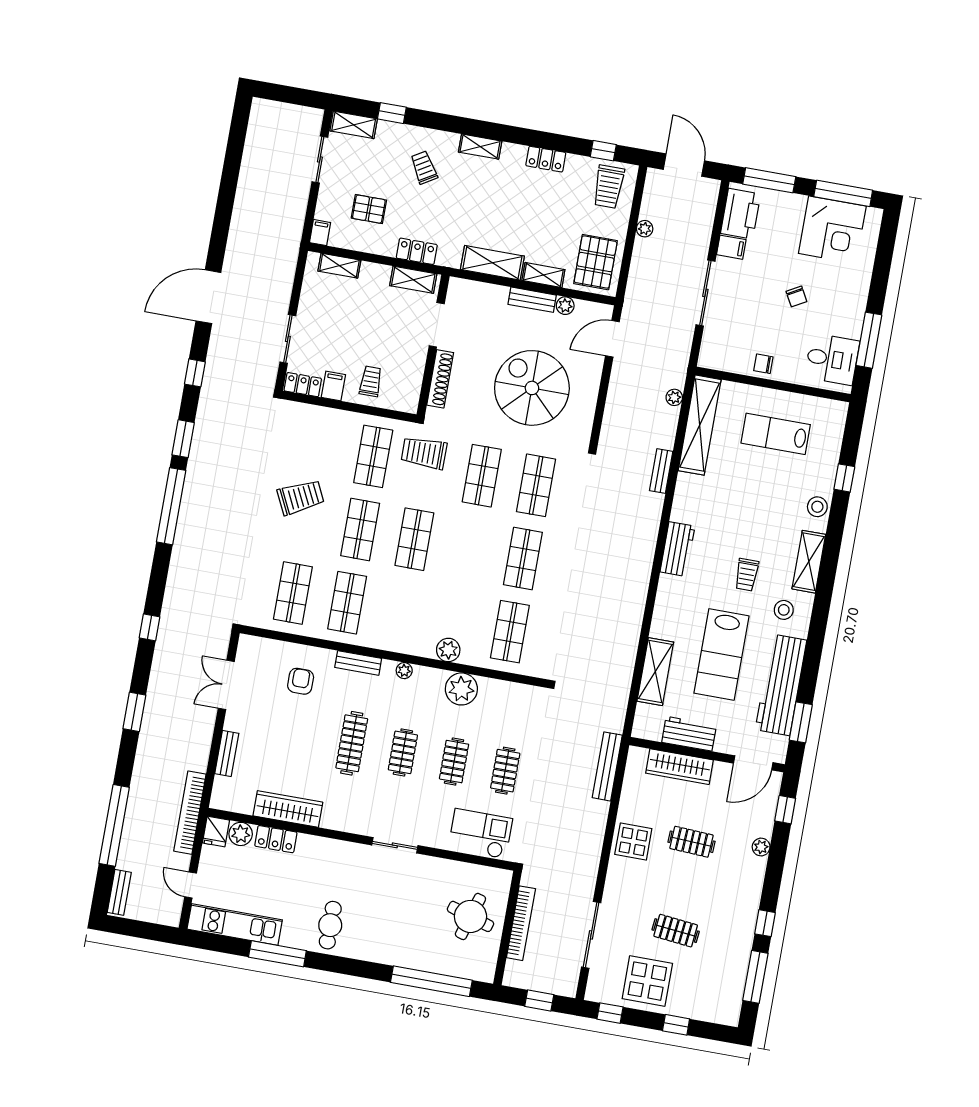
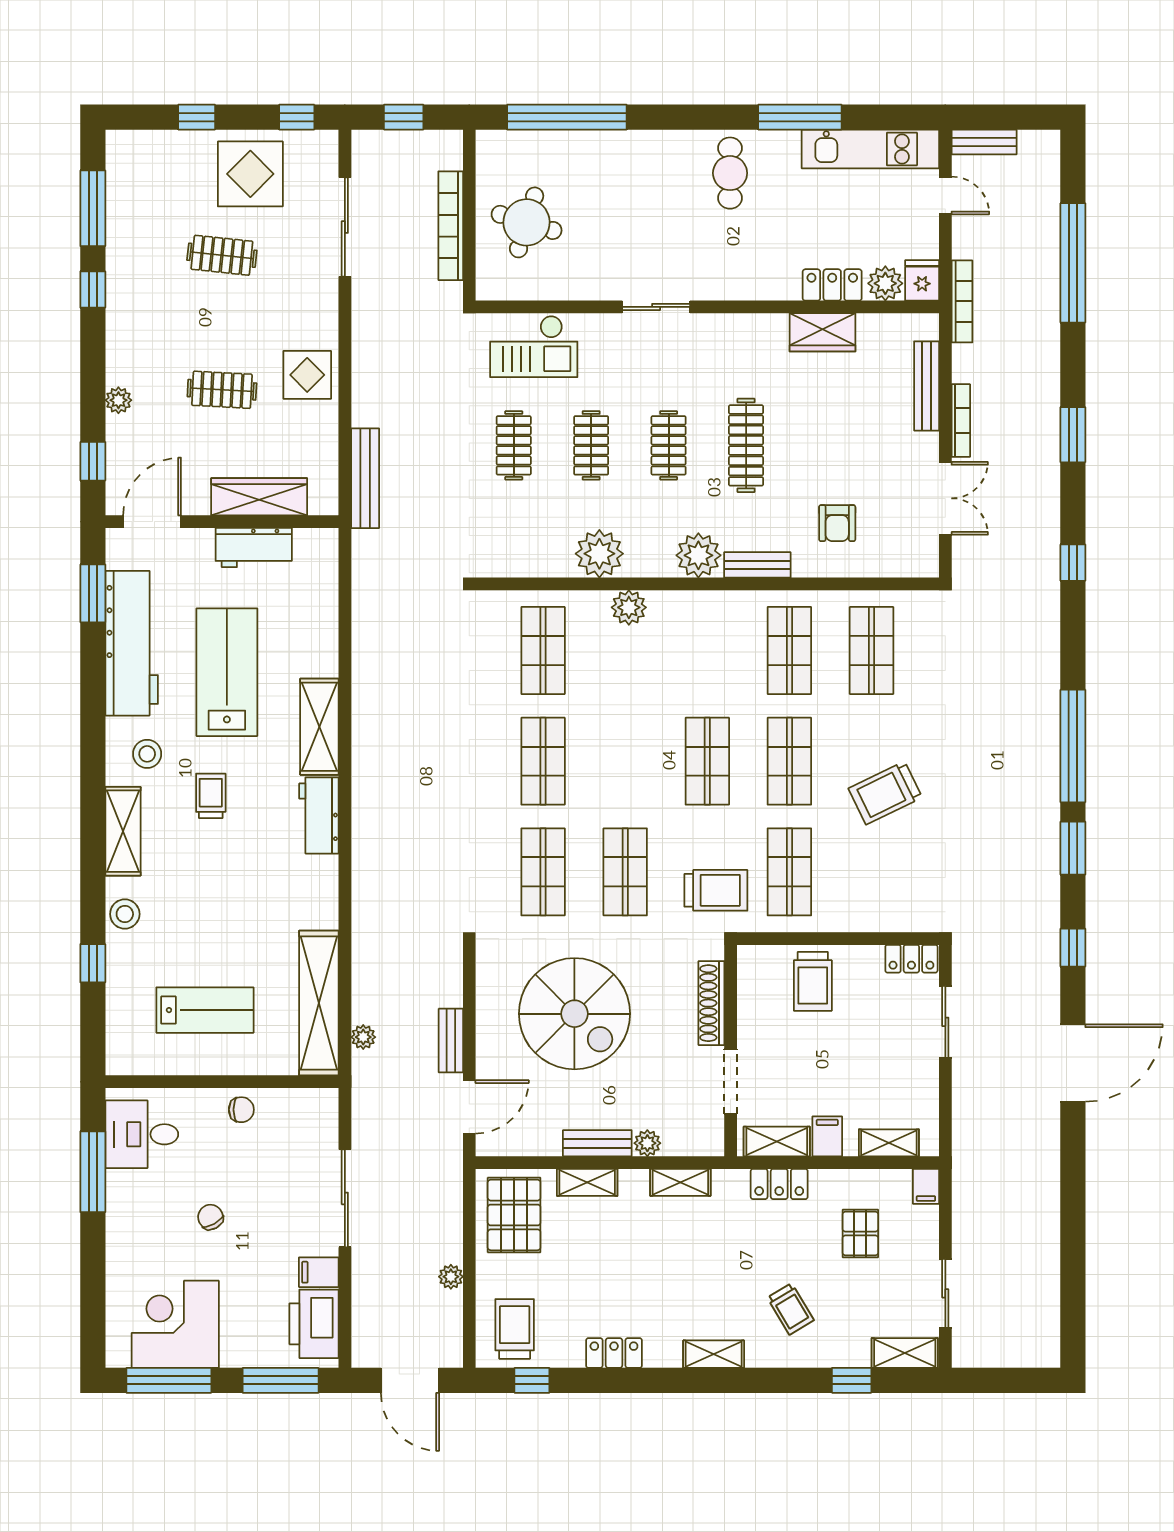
pallet: (369, 209) -> (860, 1233), turned 90
shelving: (492, 263) -> (680, 1182), width x0.67, depth x0.75
plant: (565, 306) -> (647, 1143), moved
trolley: (371, 381) -> (813, 981), width x1.36, depth x1.39
filing cabinet: (333, 386) -> (827, 1136), moved, turned 180
bench: (661, 471) -> (451, 1041), moved
plant: (404, 671) -> (698, 555), width x1.87, depth x1.87
shelving: (655, 672) -> (319, 727), moved
bookcase: (207, 734) -> (961, 421), added
bench: (227, 753) -> (927, 386), width x1.36
wardrobe: (288, 809) -> (823, 332), width x0.67
bookcase: (190, 813) -> (962, 301), width x0.68, depth x0.76
bench: (119, 892) -> (984, 142), moved, turned 90

